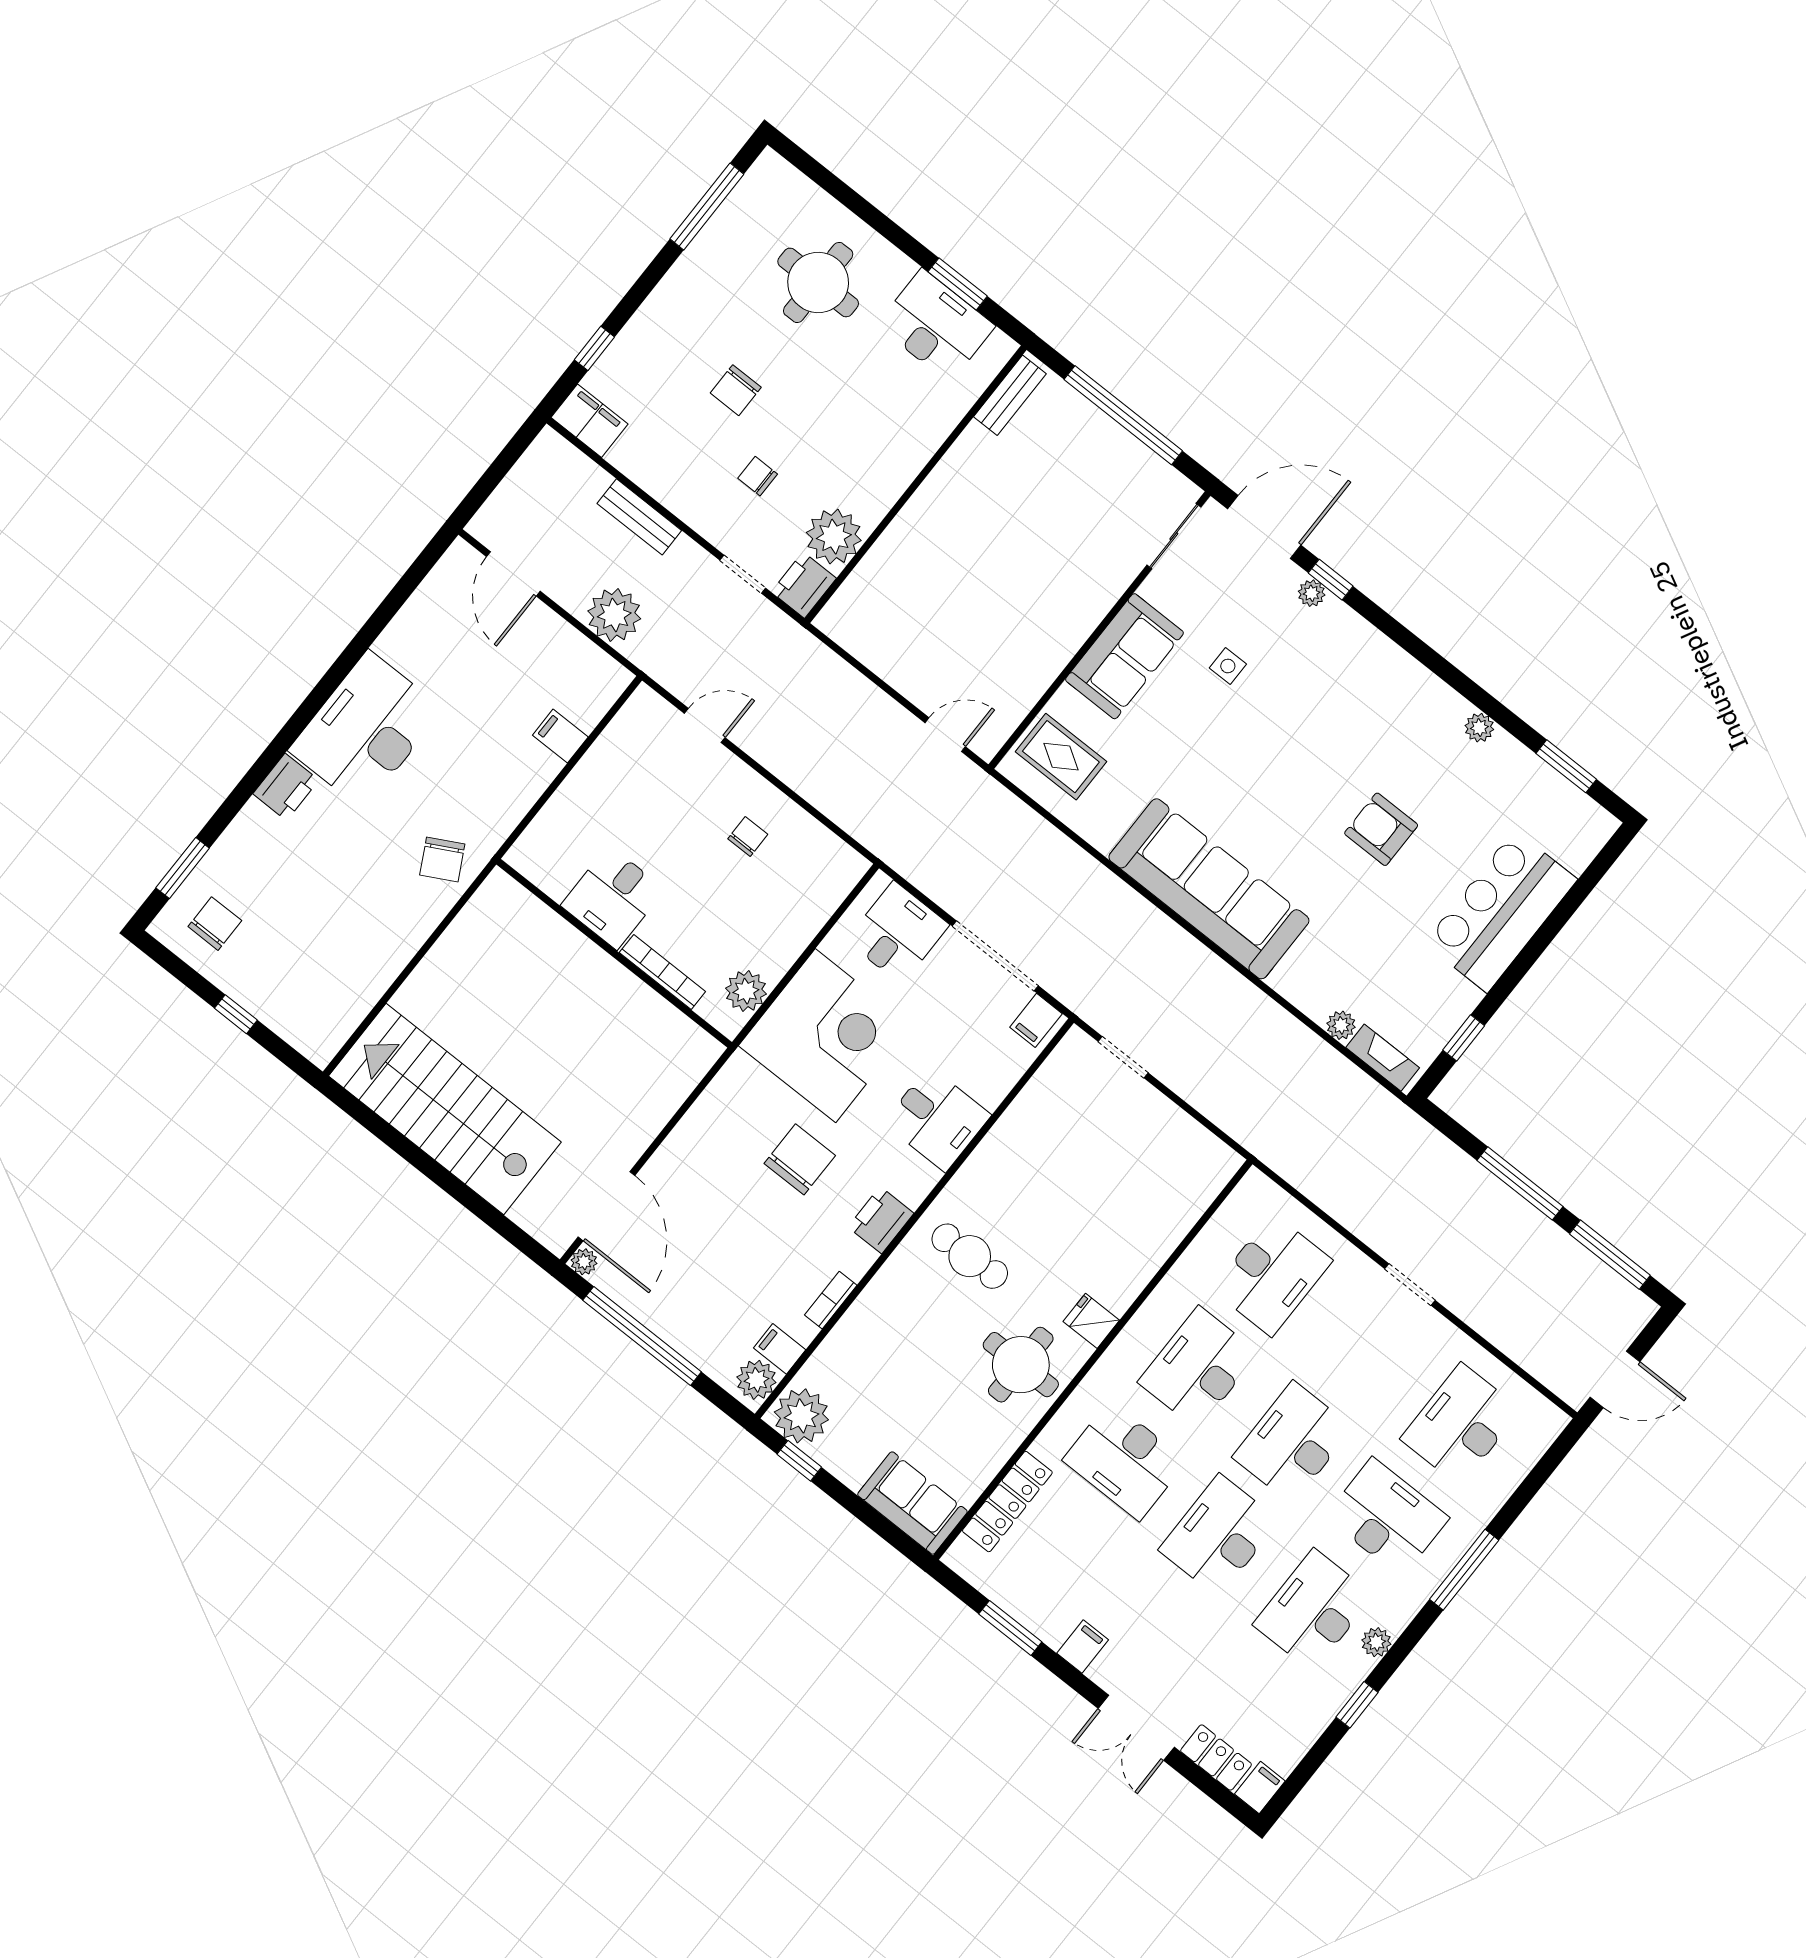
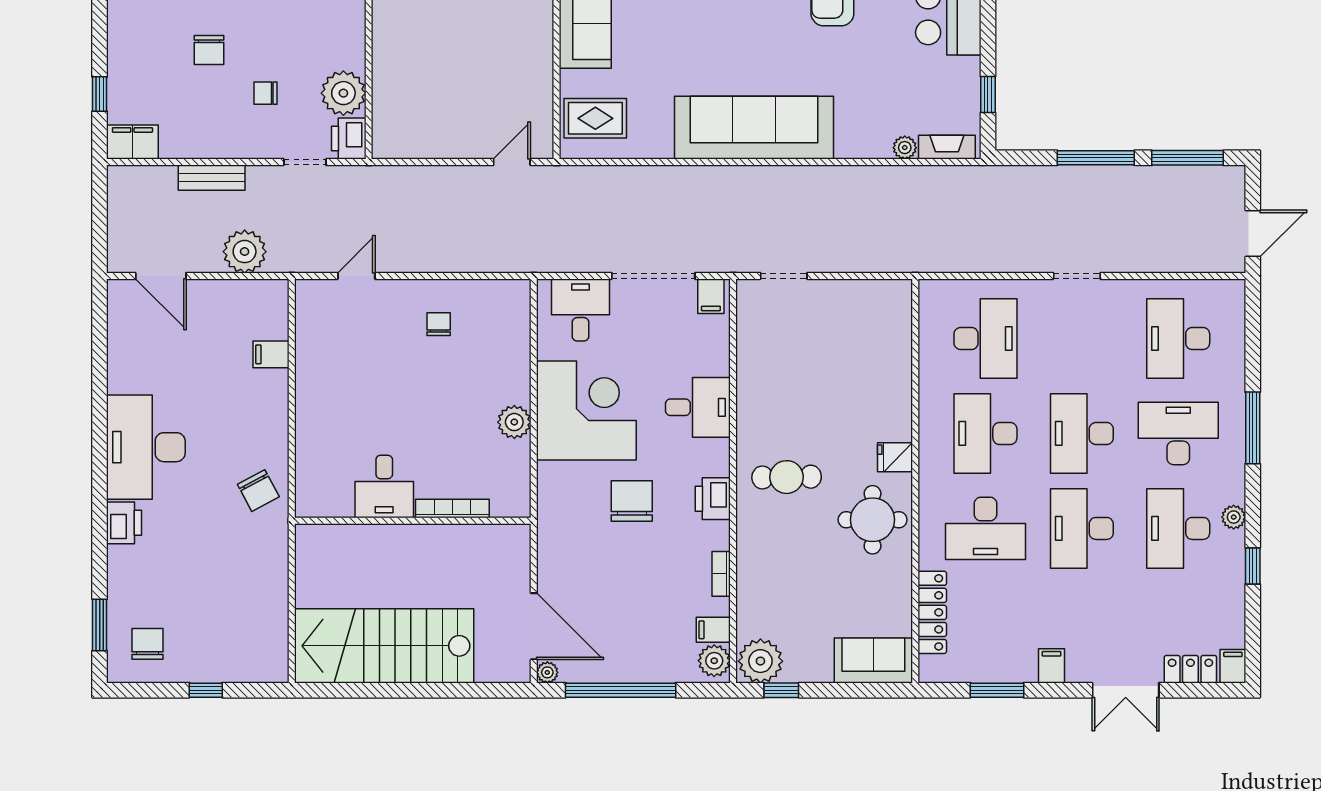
desk: (613, 897) -> (384, 486), moved
wall: (614, 953) -> (413, 521), moved
bookcase: (662, 972) -> (452, 509), moved

